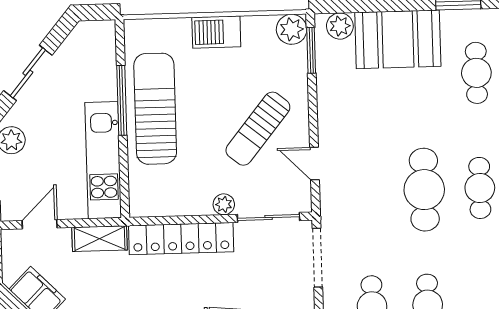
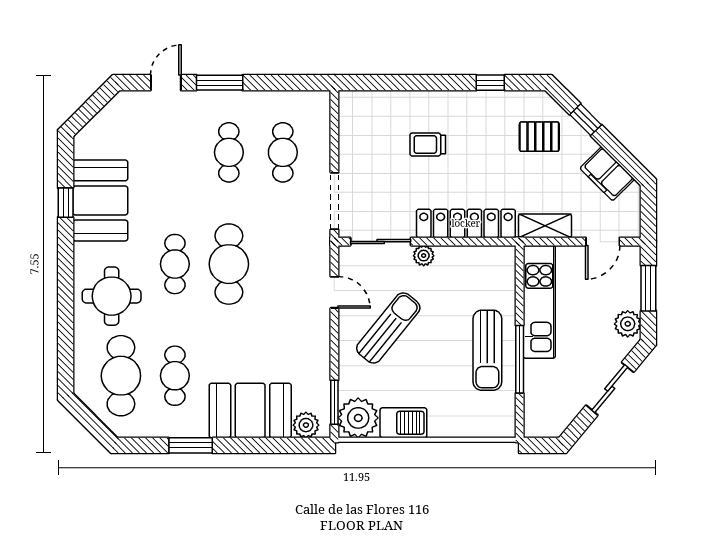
plant: (292, 29) -> (358, 418), width x1.36, depth x1.36
barbecue: (216, 32) -> (403, 423), moved
sun lounger: (155, 109) -> (487, 350), width x0.73, depth x0.75

